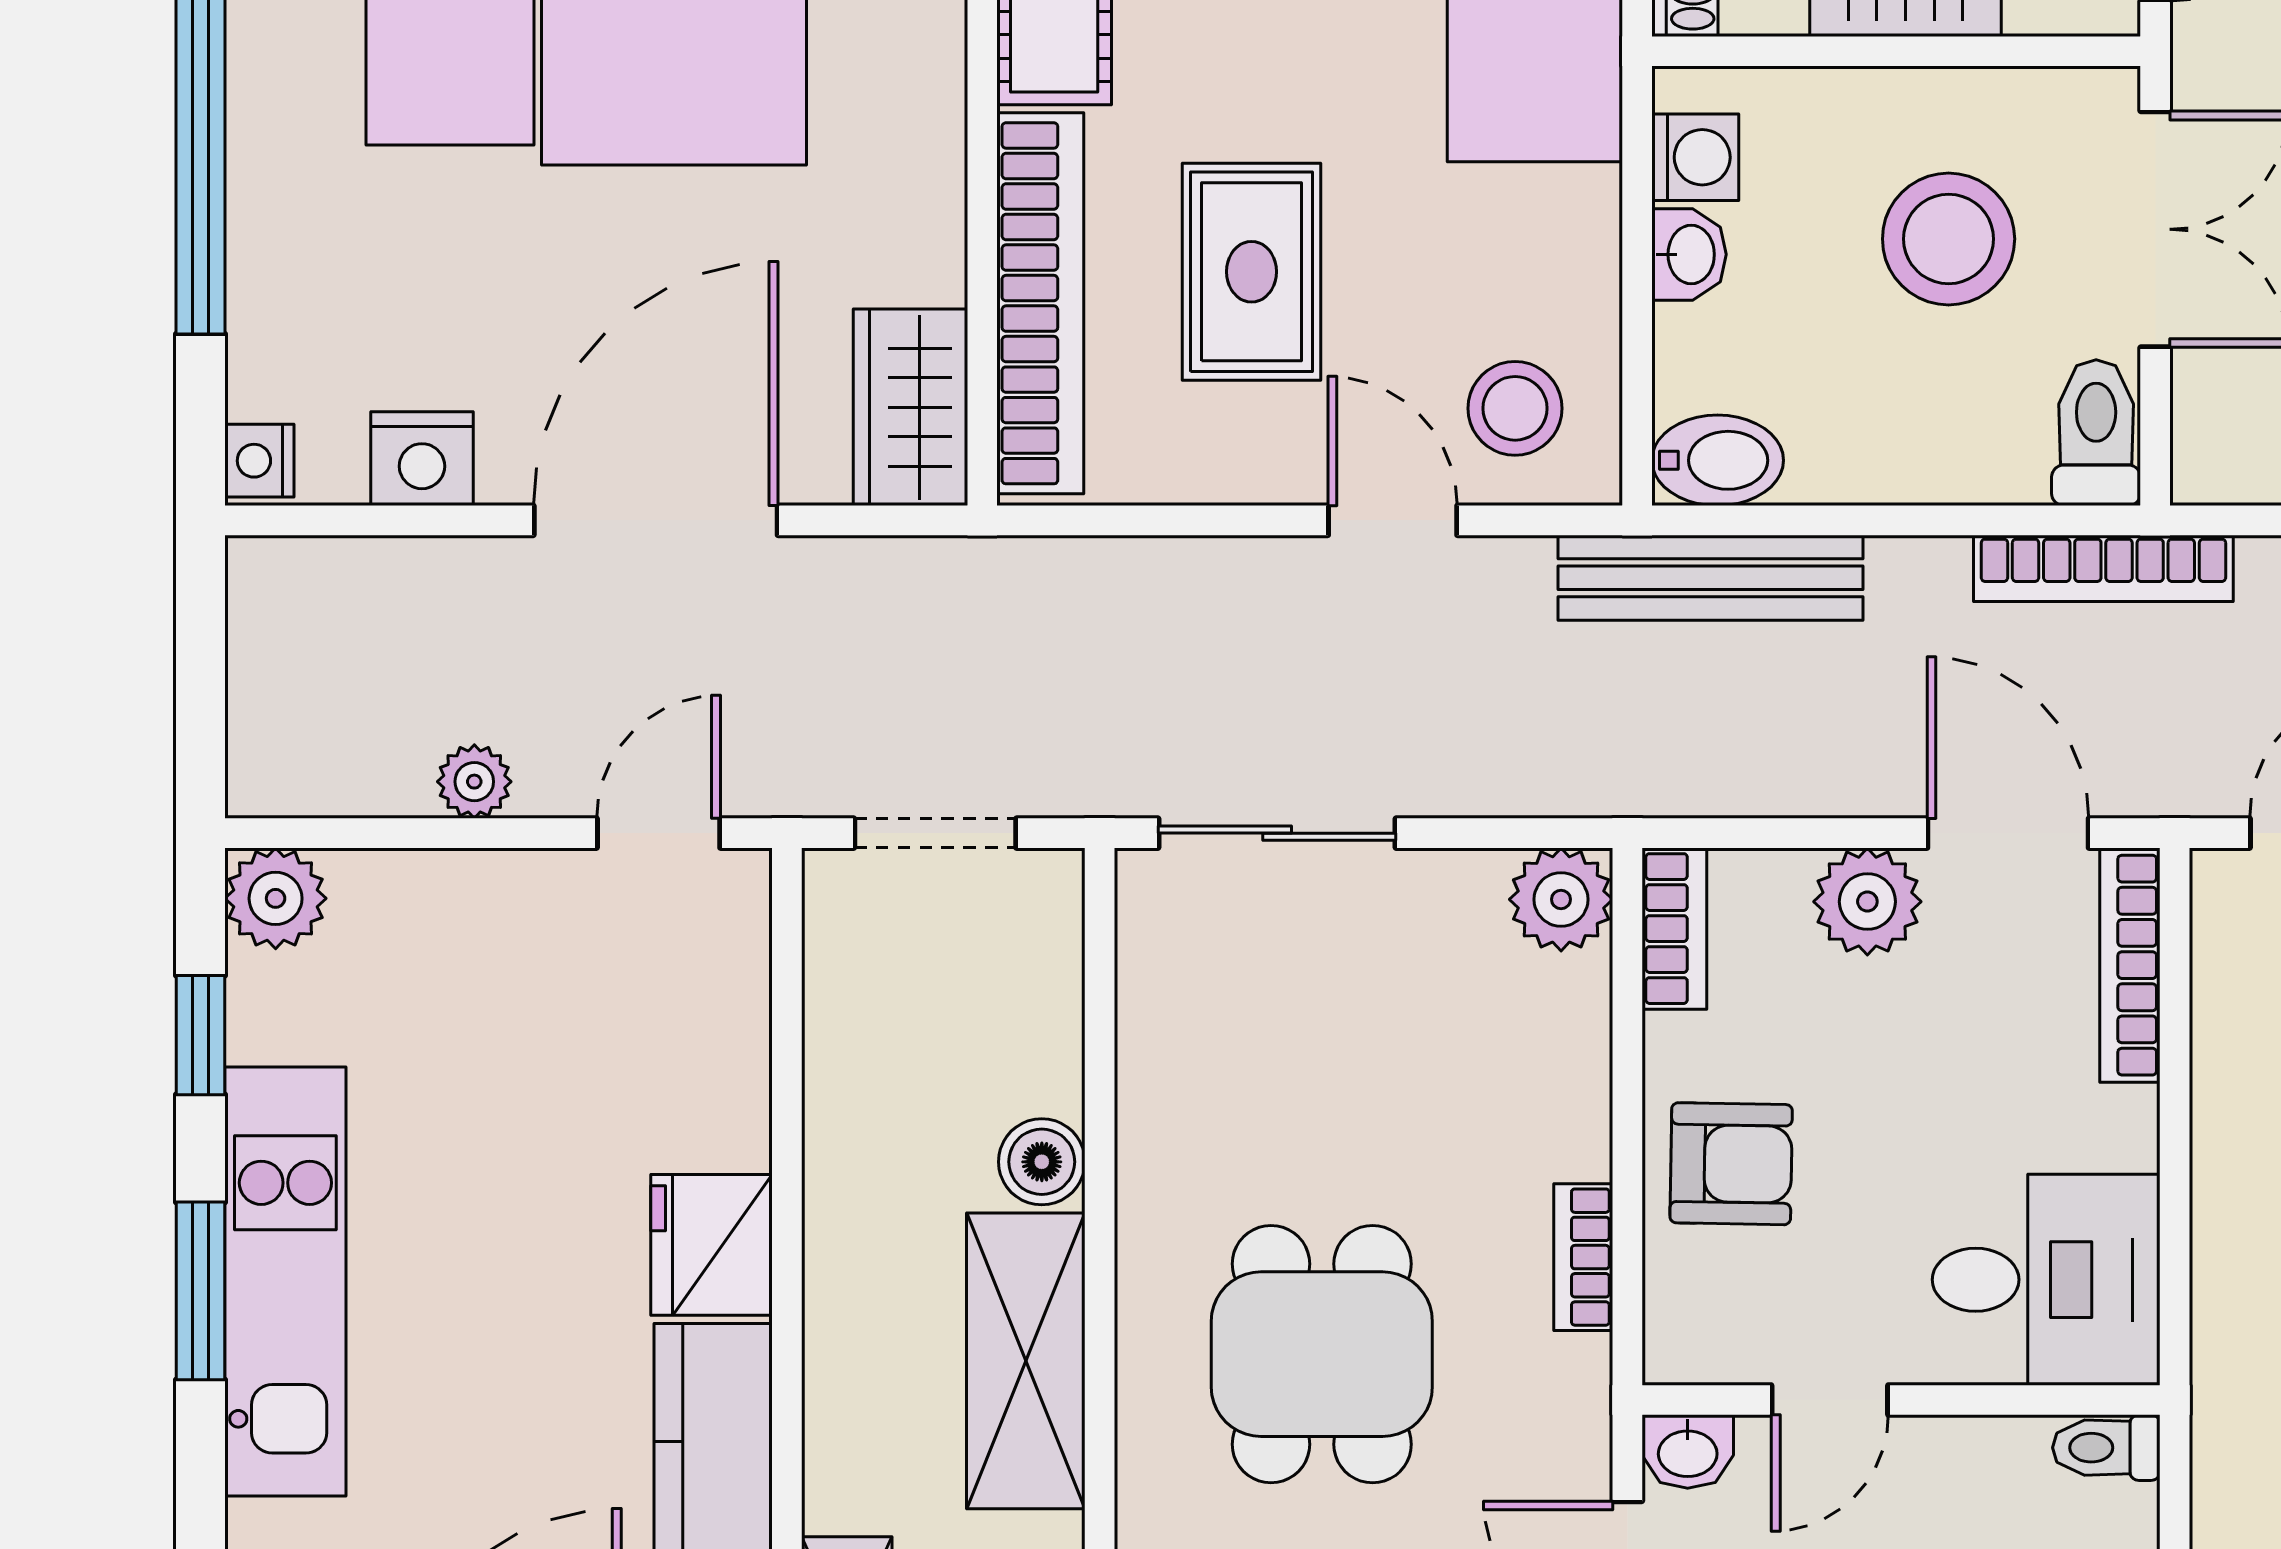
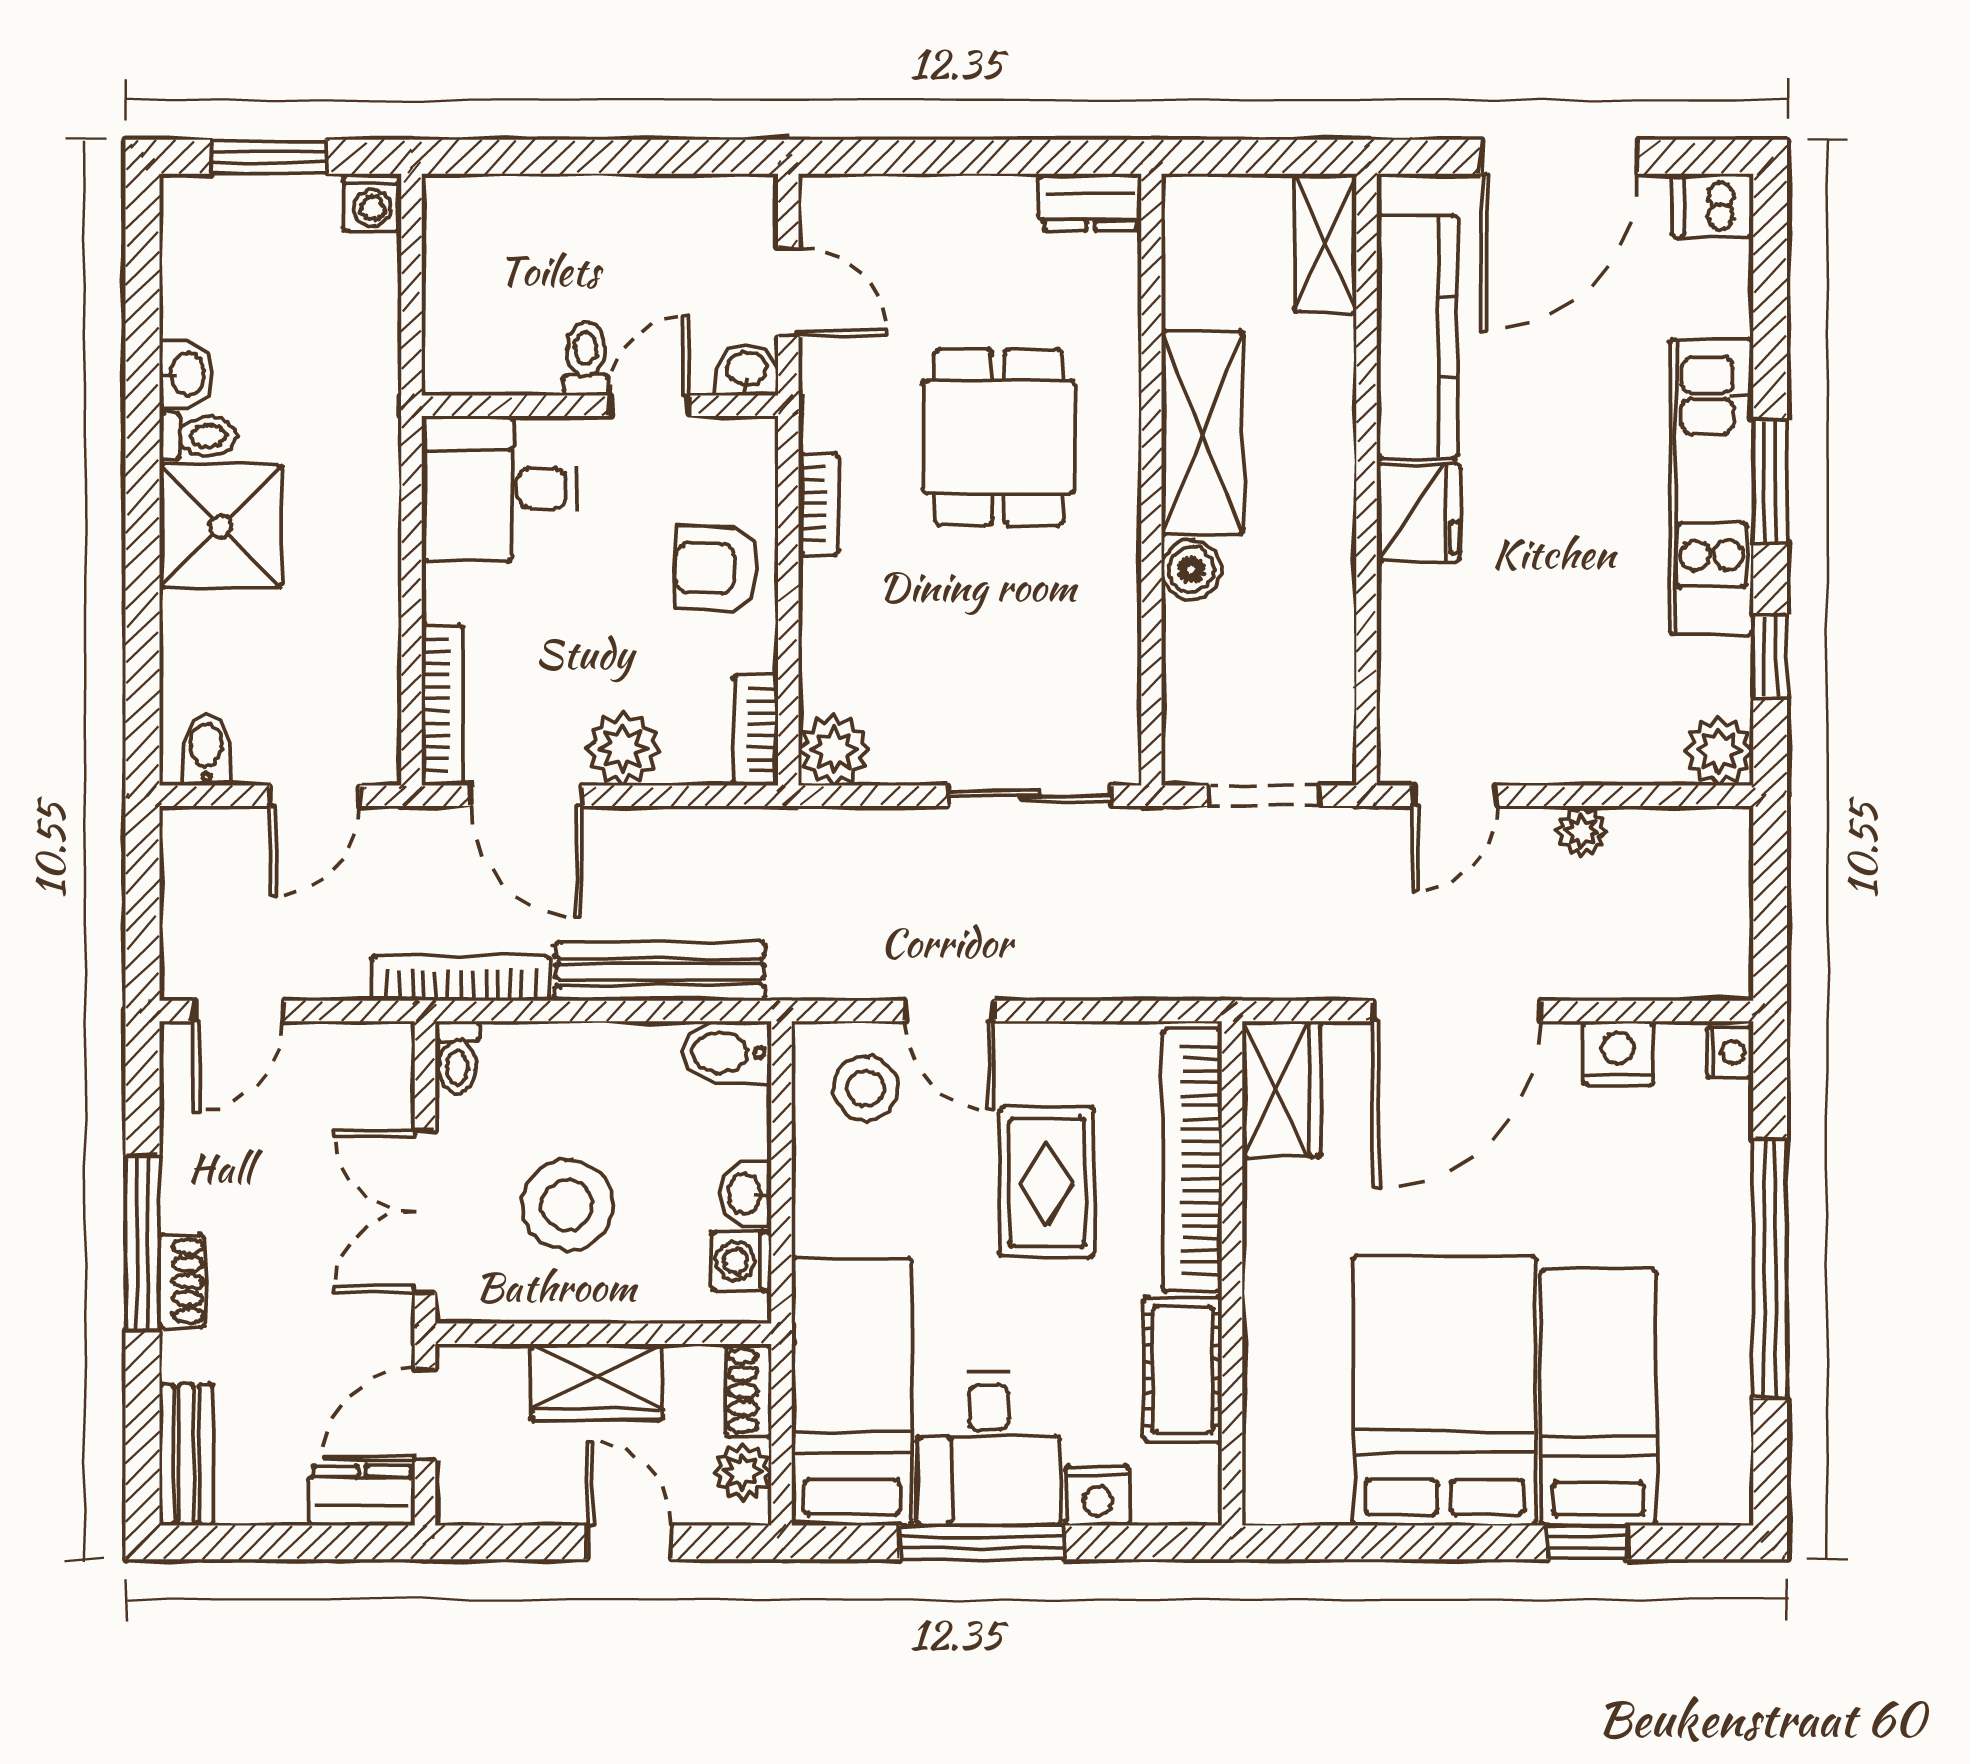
toilet: (2096, 433) -> (457, 1057), width x0.73, depth x0.72
bench: (1711, 578) -> (660, 972), moved
toilet: (2106, 1448) -> (586, 359), moved, turned -90

